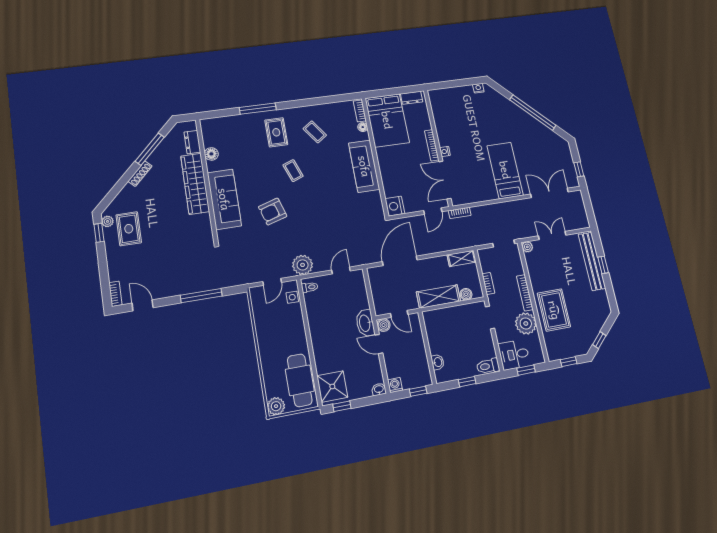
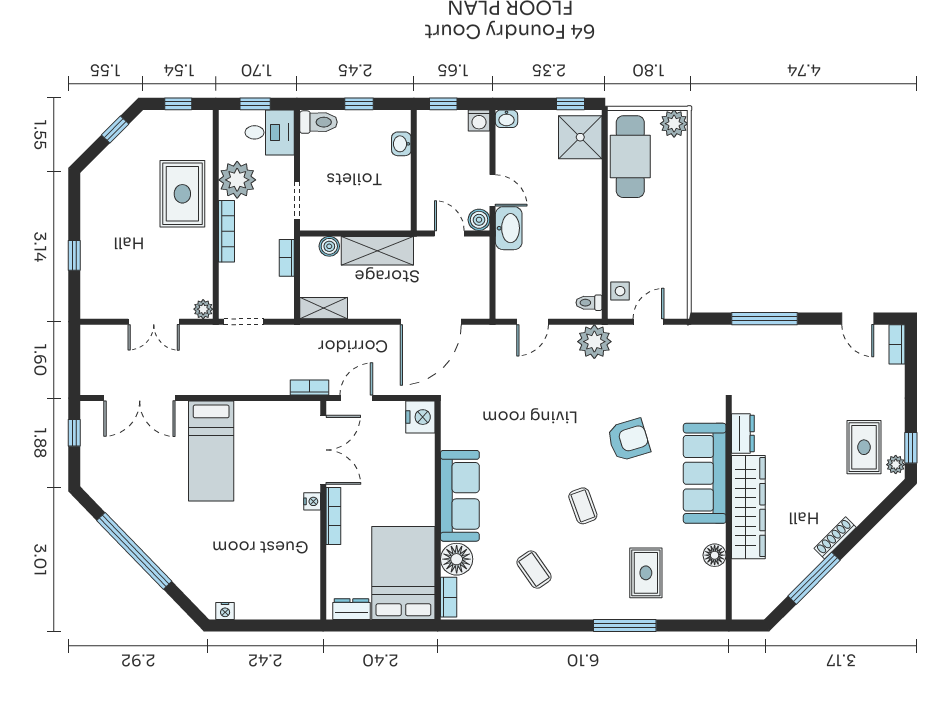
floor lamp: (363, 127) -> (457, 559), width x1.89, depth x1.89
rug: (276, 132) -> (646, 573), moved
dresser: (192, 142) -> (743, 433), moved
bench: (592, 261) -> (93, 265), removed

